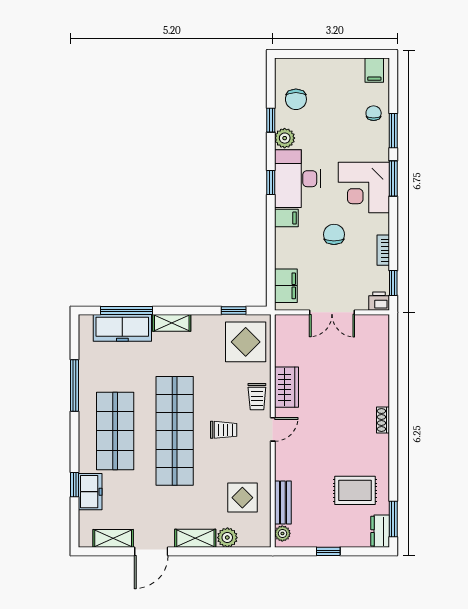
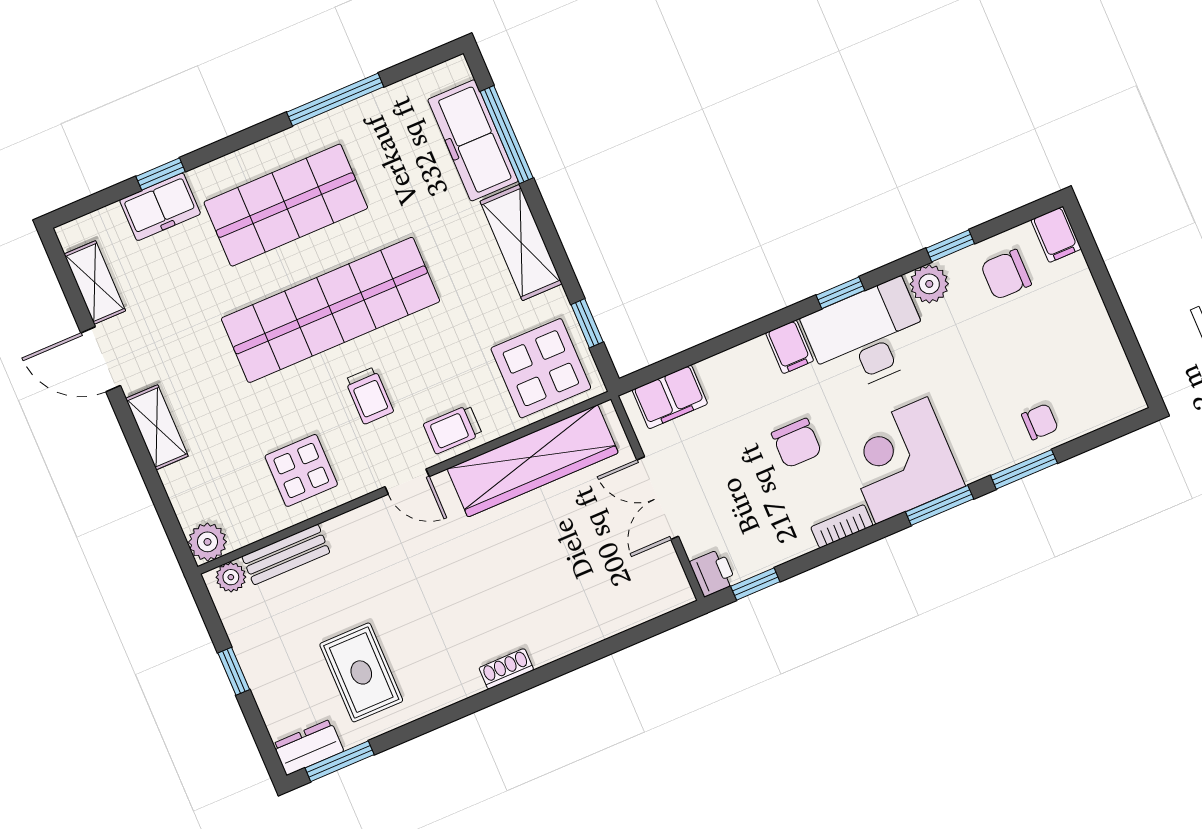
filing cabinet: (374, 70) -> (1056, 234), moved, turned -90
chair: (334, 234) -> (797, 443), turned 90
bookcase: (383, 250) -> (842, 526), moved
shelving: (172, 323) -> (521, 243), width x1.50, depth x1.33
wardrobe: (286, 387) -> (533, 461), width x2.10, depth x1.17
display table: (242, 498) -> (301, 470), moved
plant: (227, 538) -> (207, 542), moved

